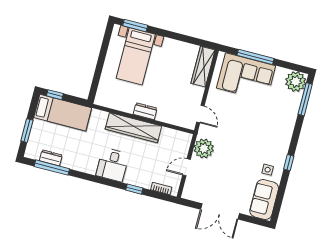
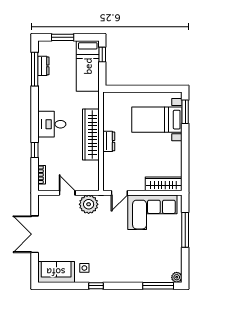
corner sofa: (246, 77) -> (152, 212), moved, turned -90
plant: (296, 82) -> (177, 277), width x0.53, depth x0.53

